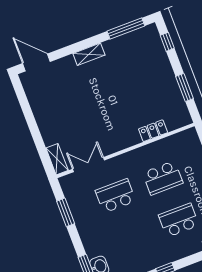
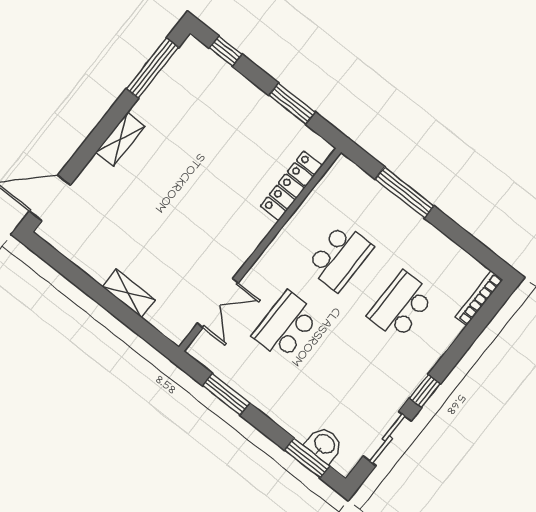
locker: (153, 131) -> (291, 186), width x1.53
shelving: (57, 159) -> (129, 293), moved
double door: (88, 165) -> (218, 303), swing flipped

